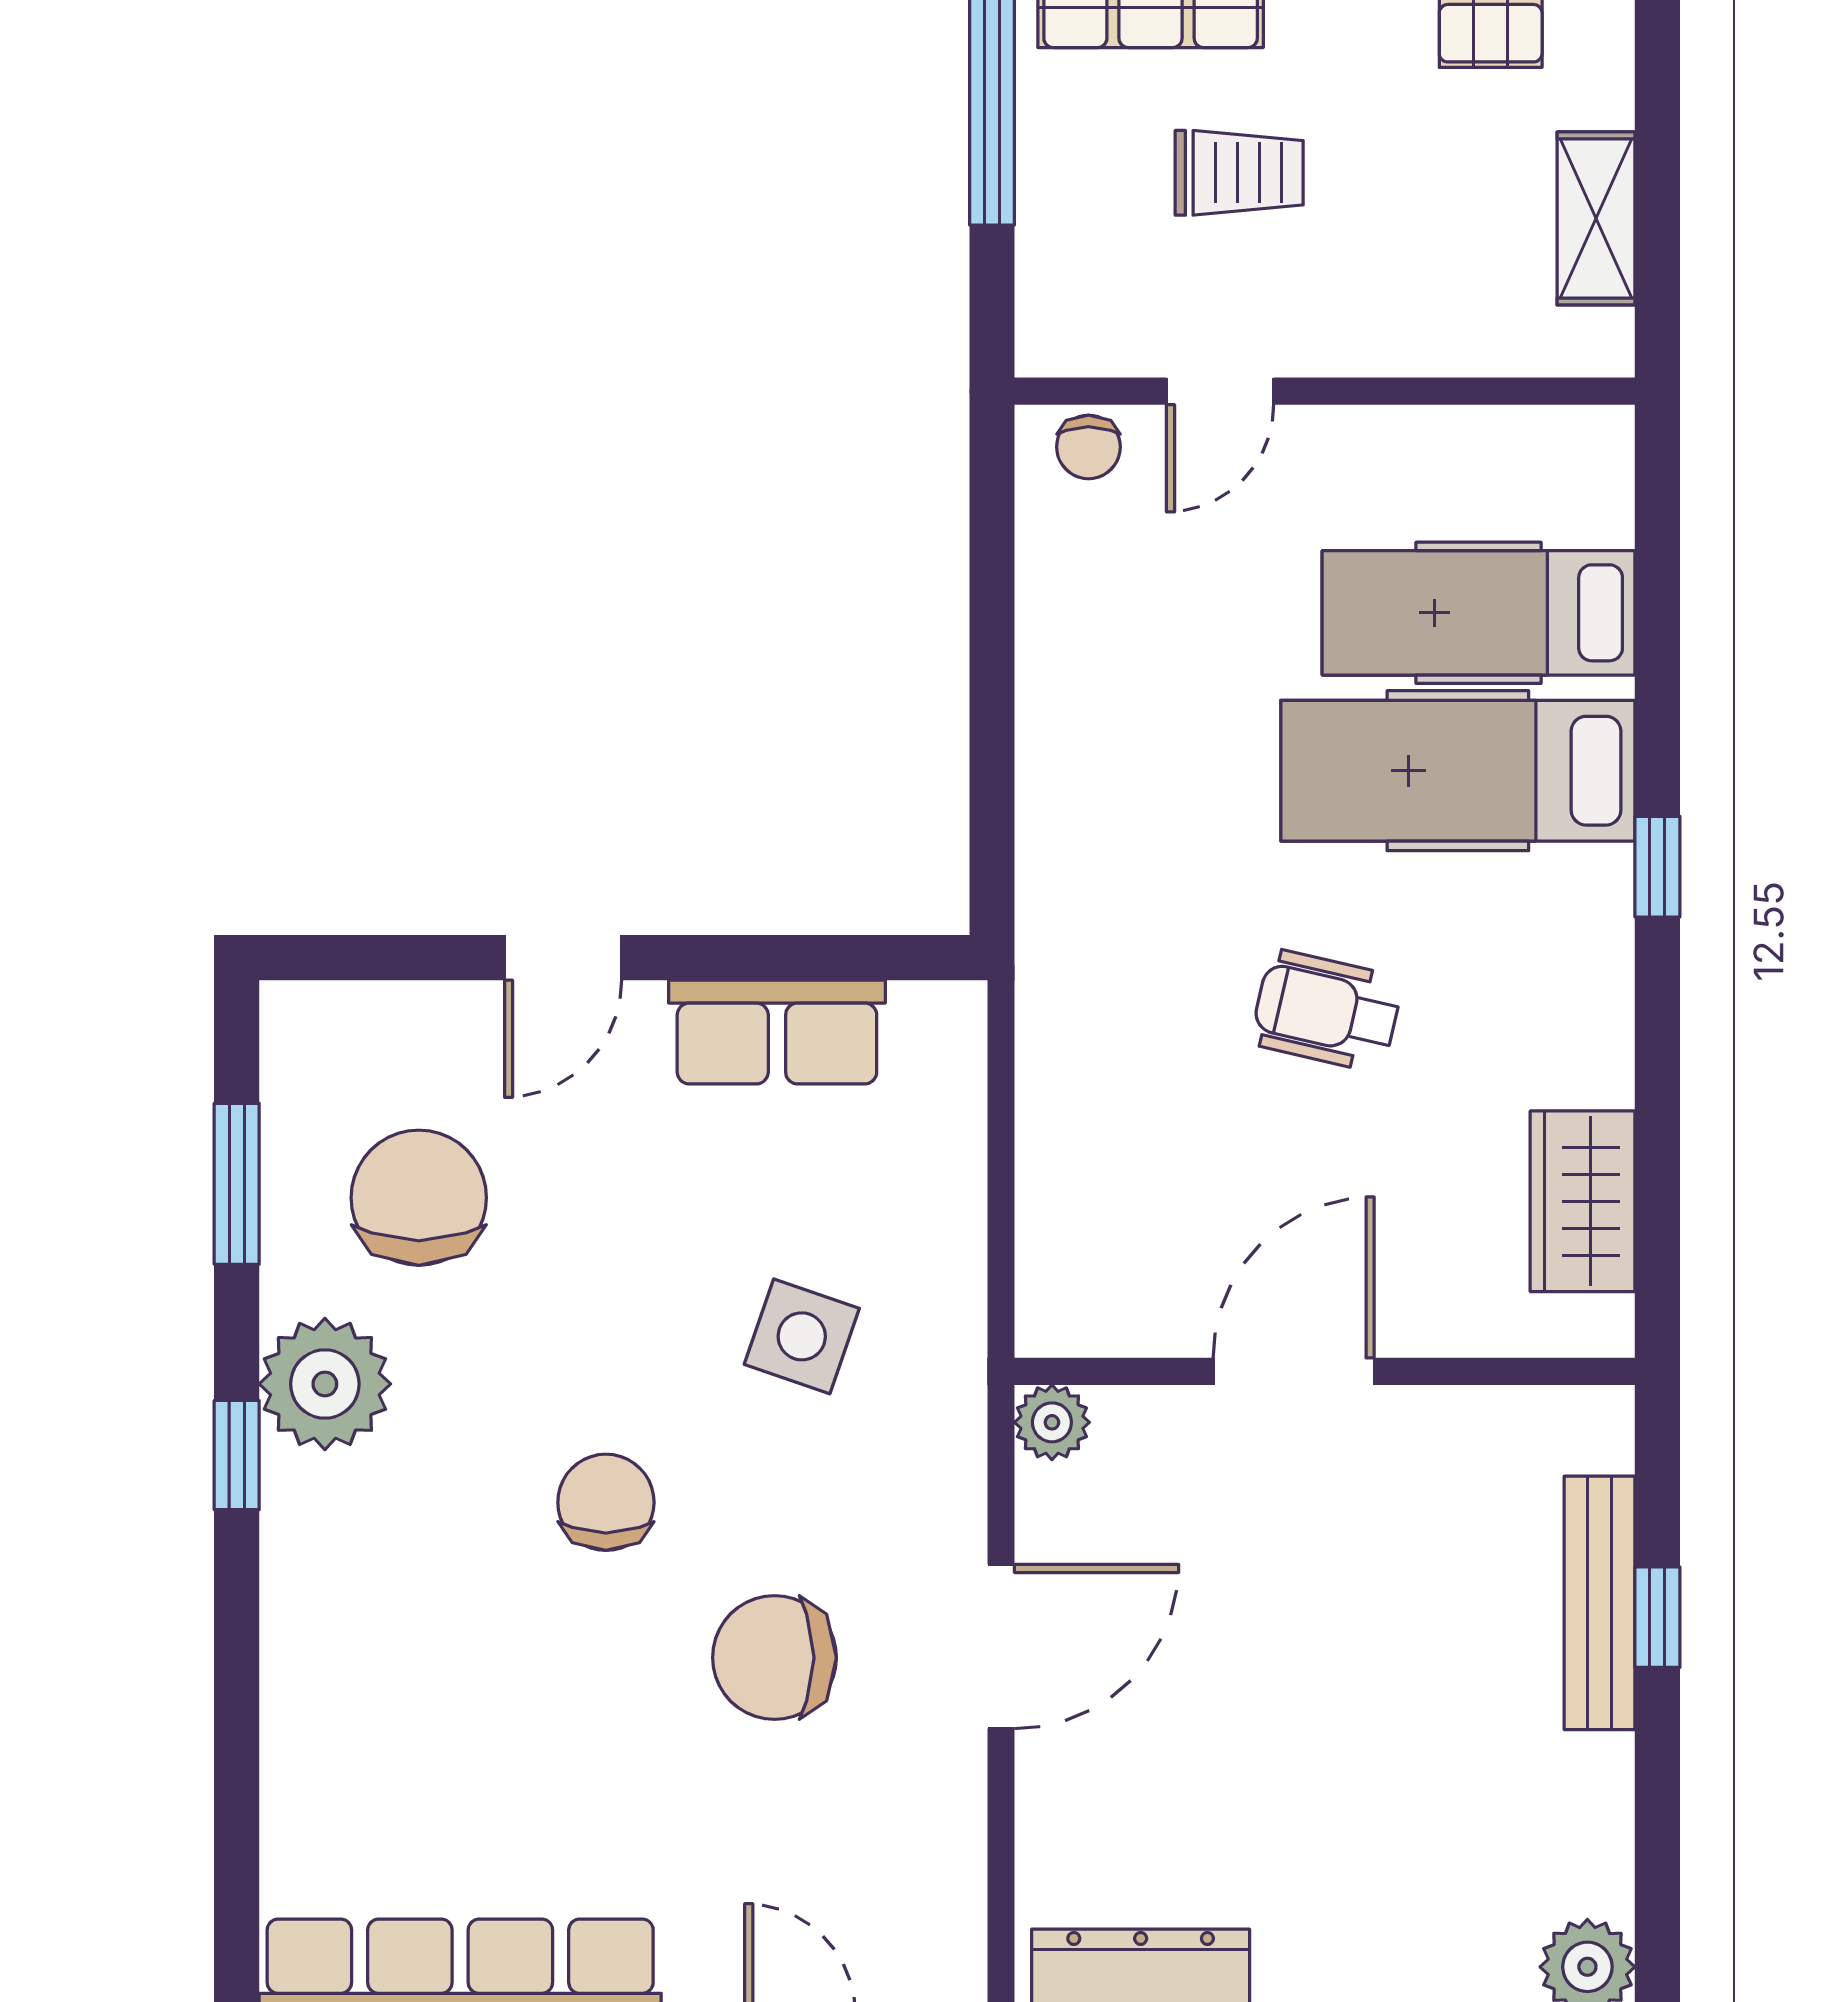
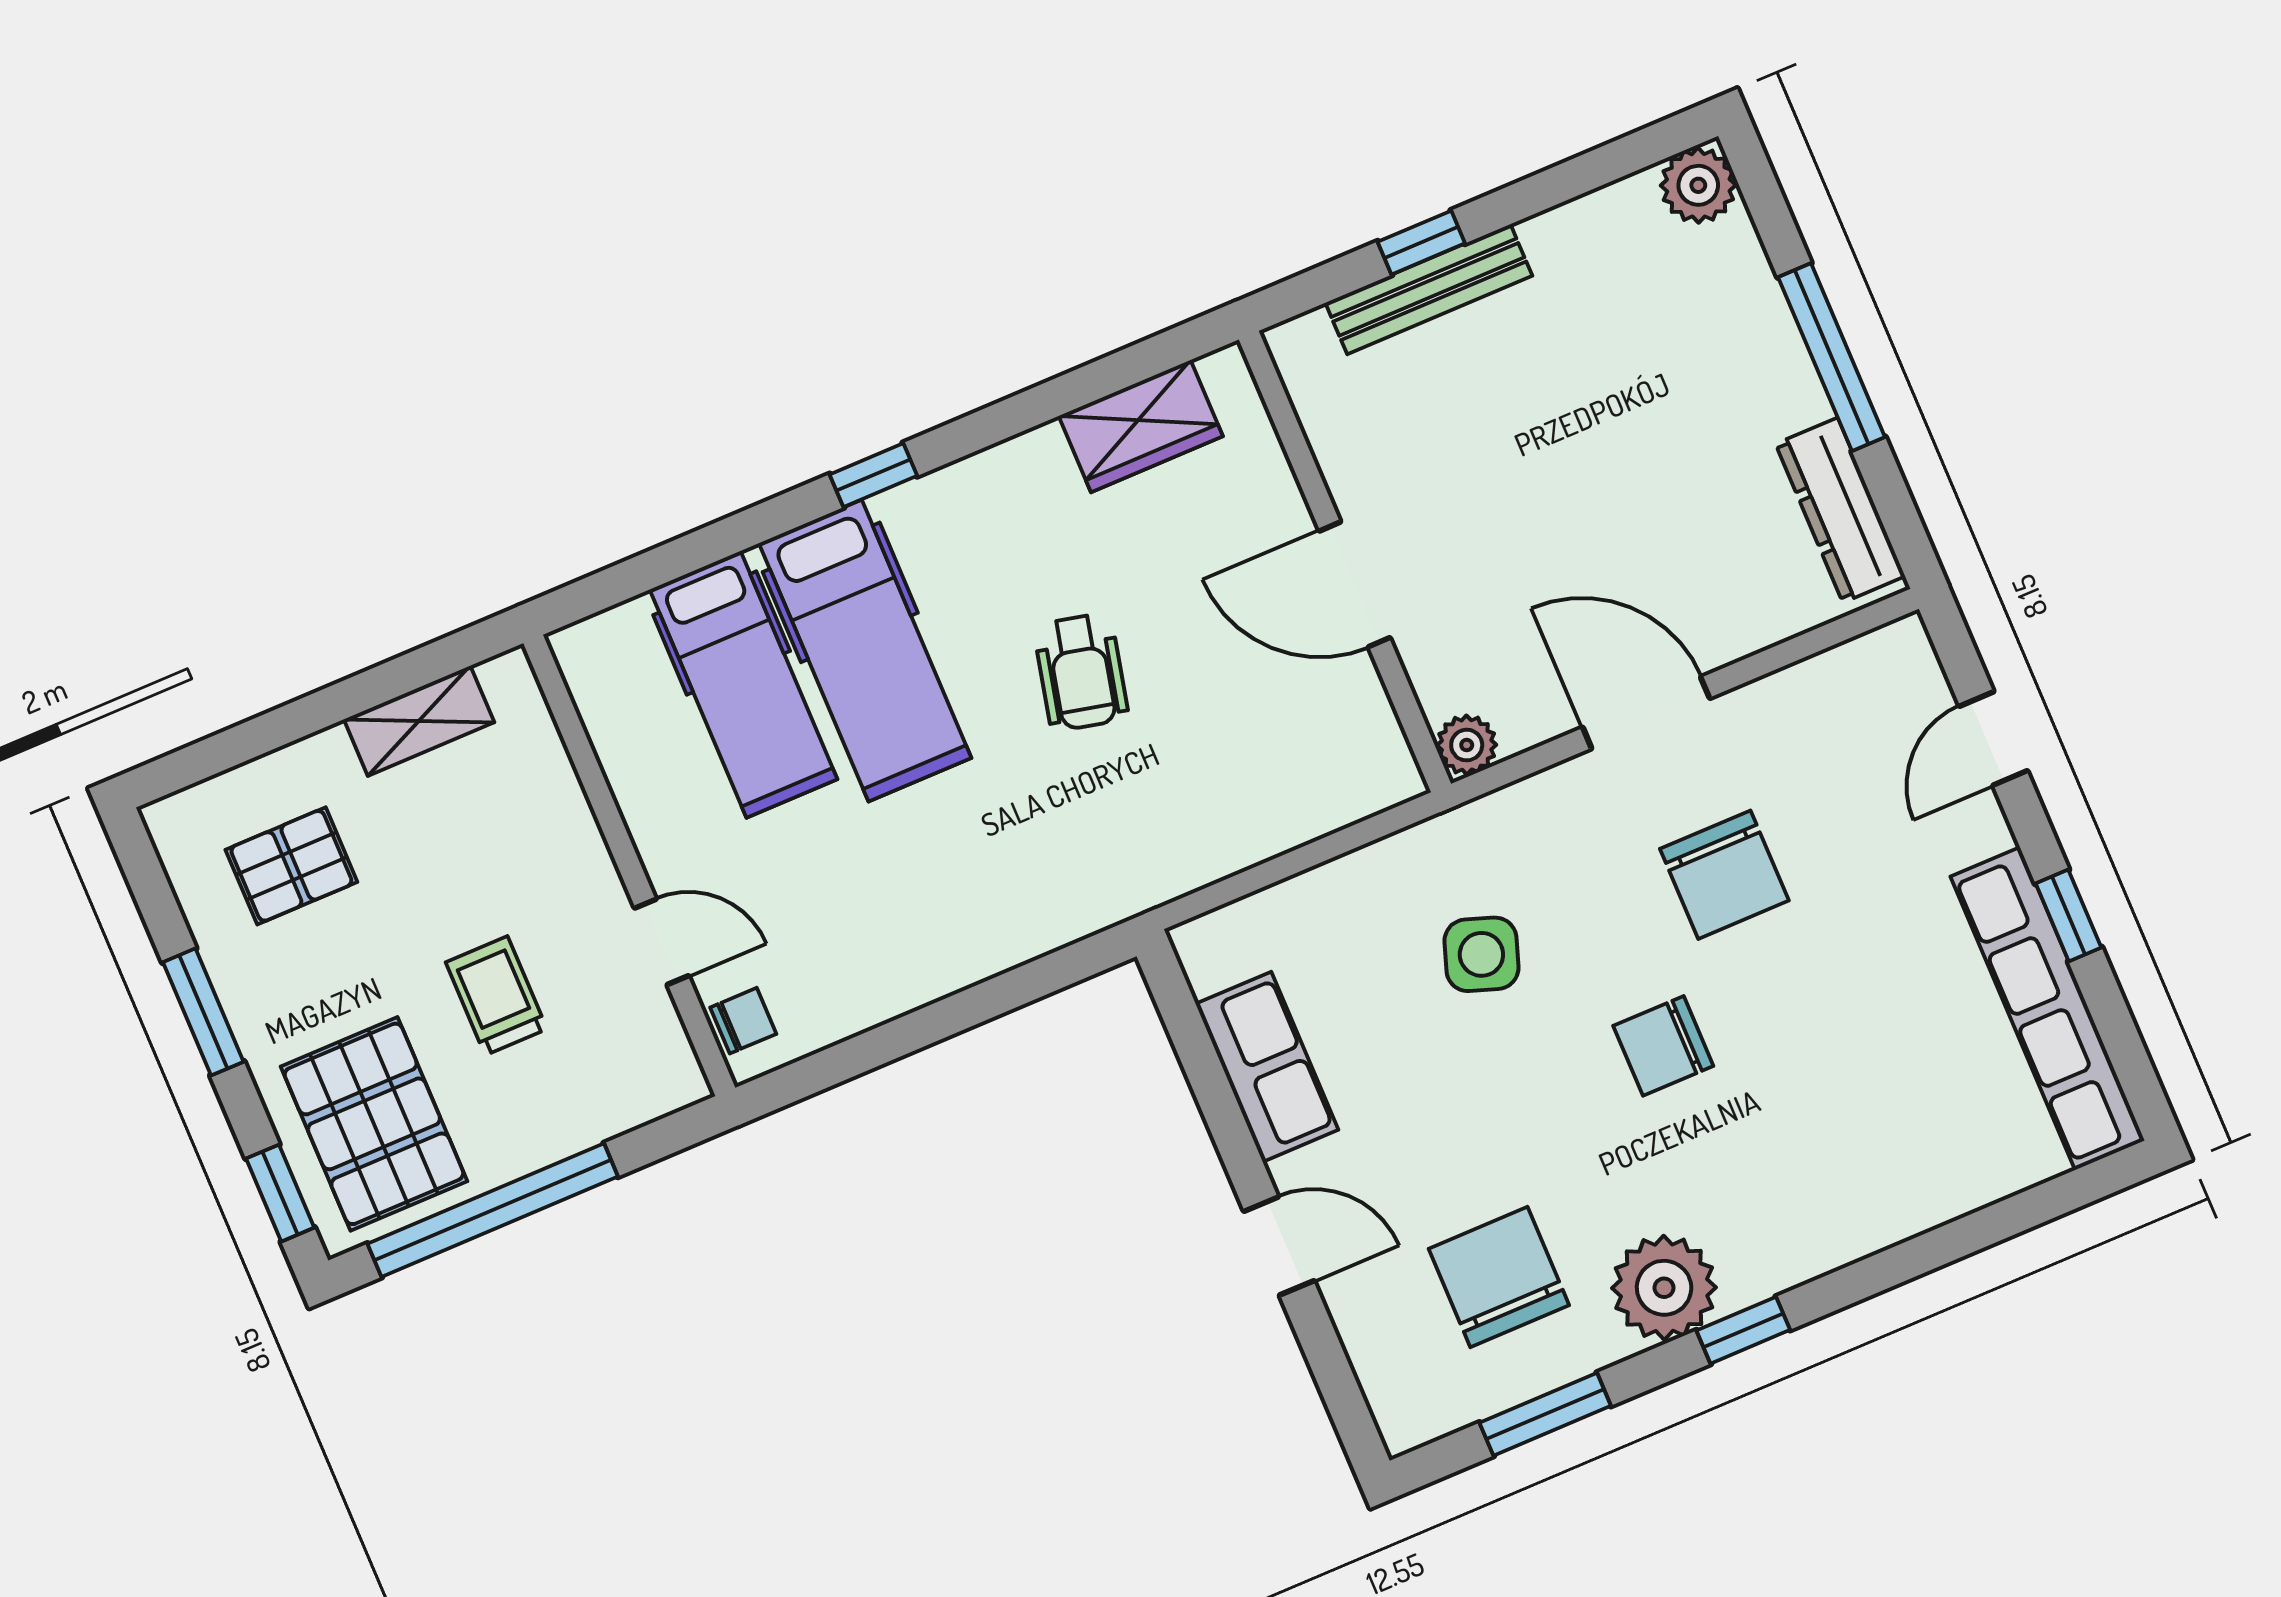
chair: (419, 1198) -> (1499, 1277), turned 90

